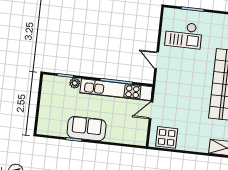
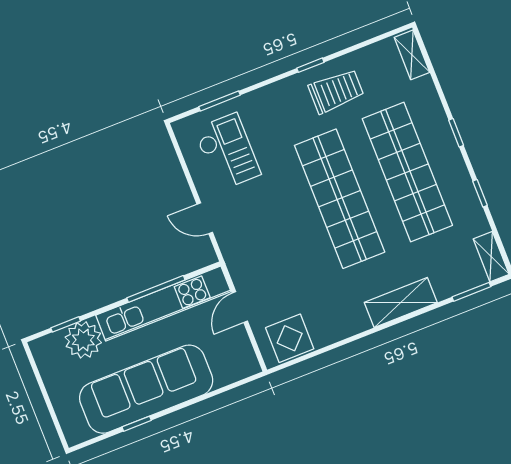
checkout: (184, 35) -> (227, 152), turned -90
plant: (75, 83) -> (83, 340), width x1.88, depth x1.88
sofa: (87, 129) -> (146, 389), width x1.85, depth x1.27

